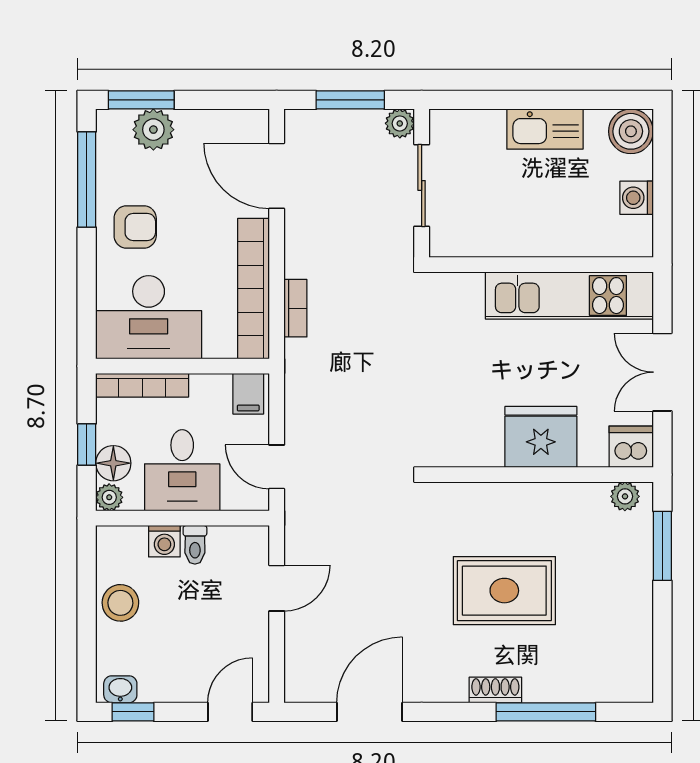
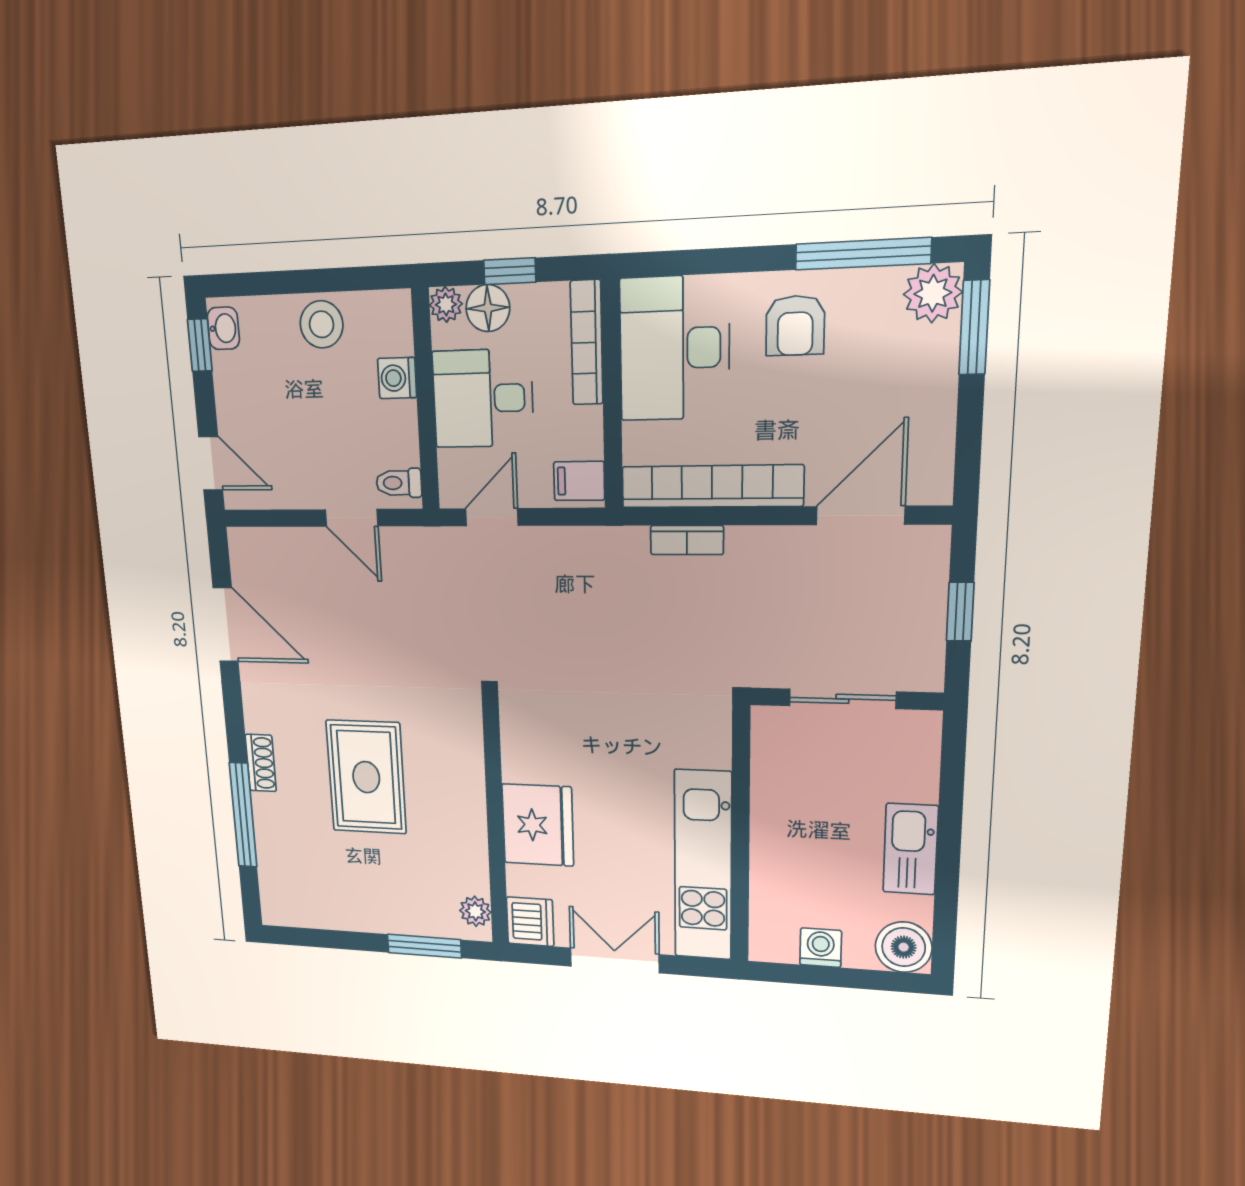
window: (350, 100) -> (960, 612), width x0.67
plant: (400, 123) -> (925, 674), removed
plant: (153, 130) -> (933, 293), moved
toilet: (195, 545) -> (399, 483), moved

